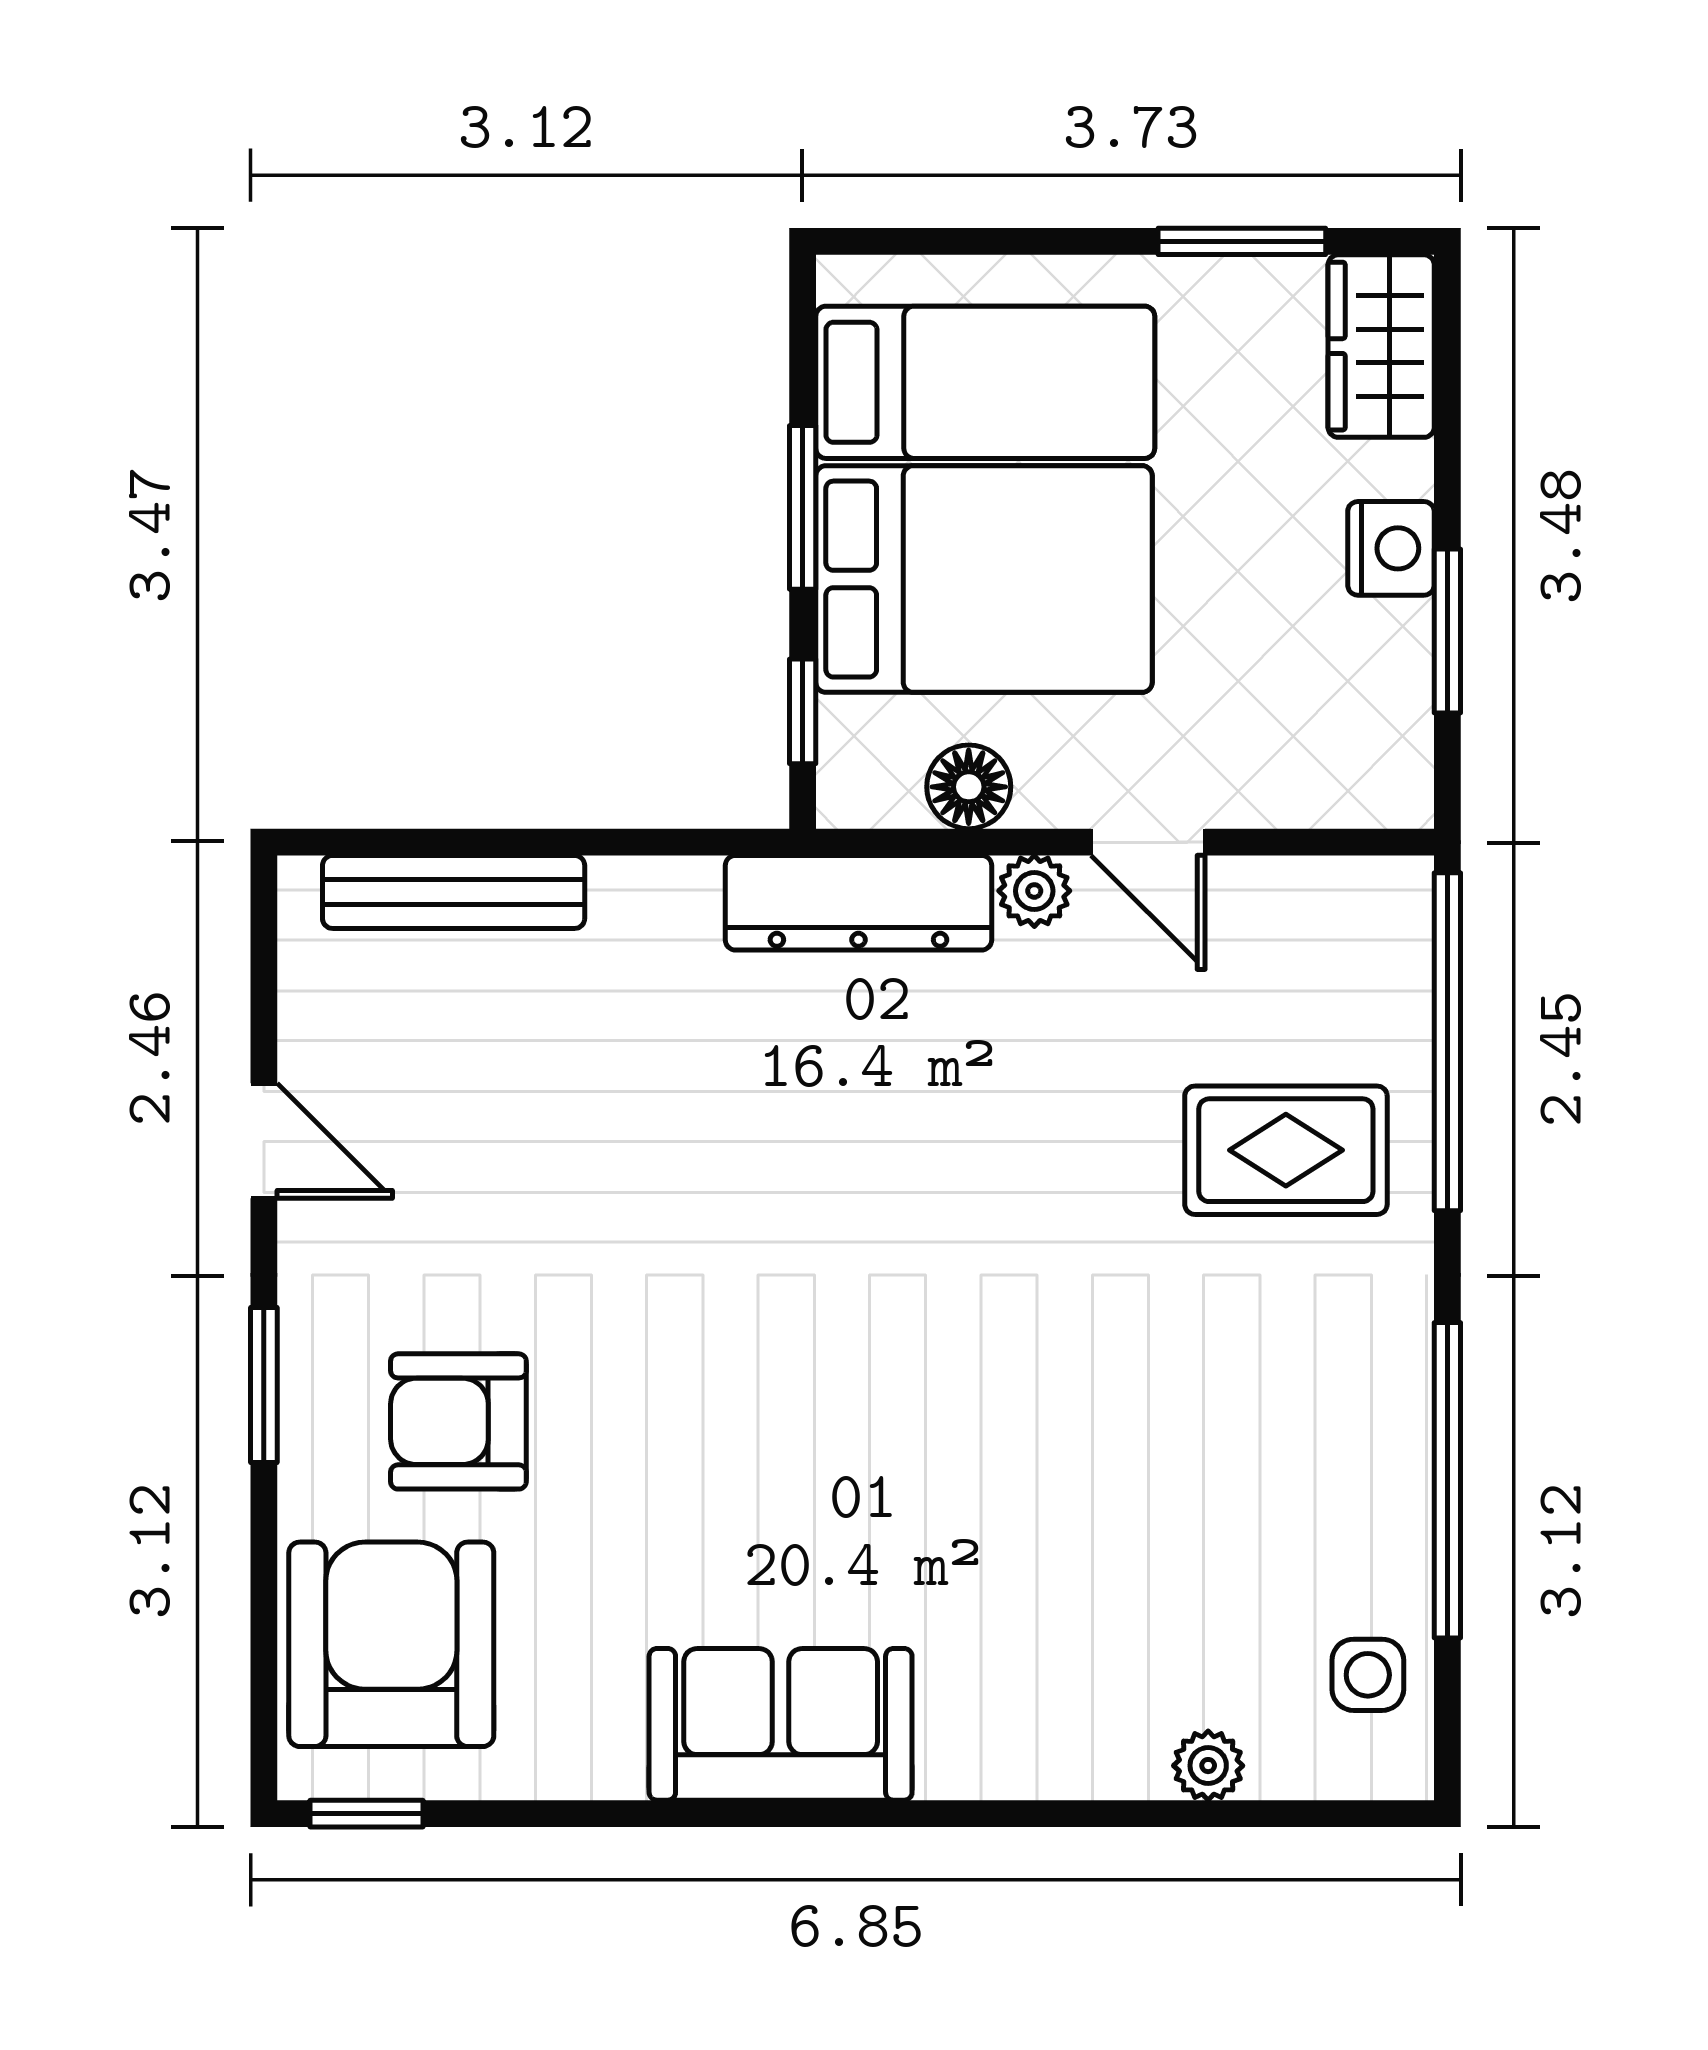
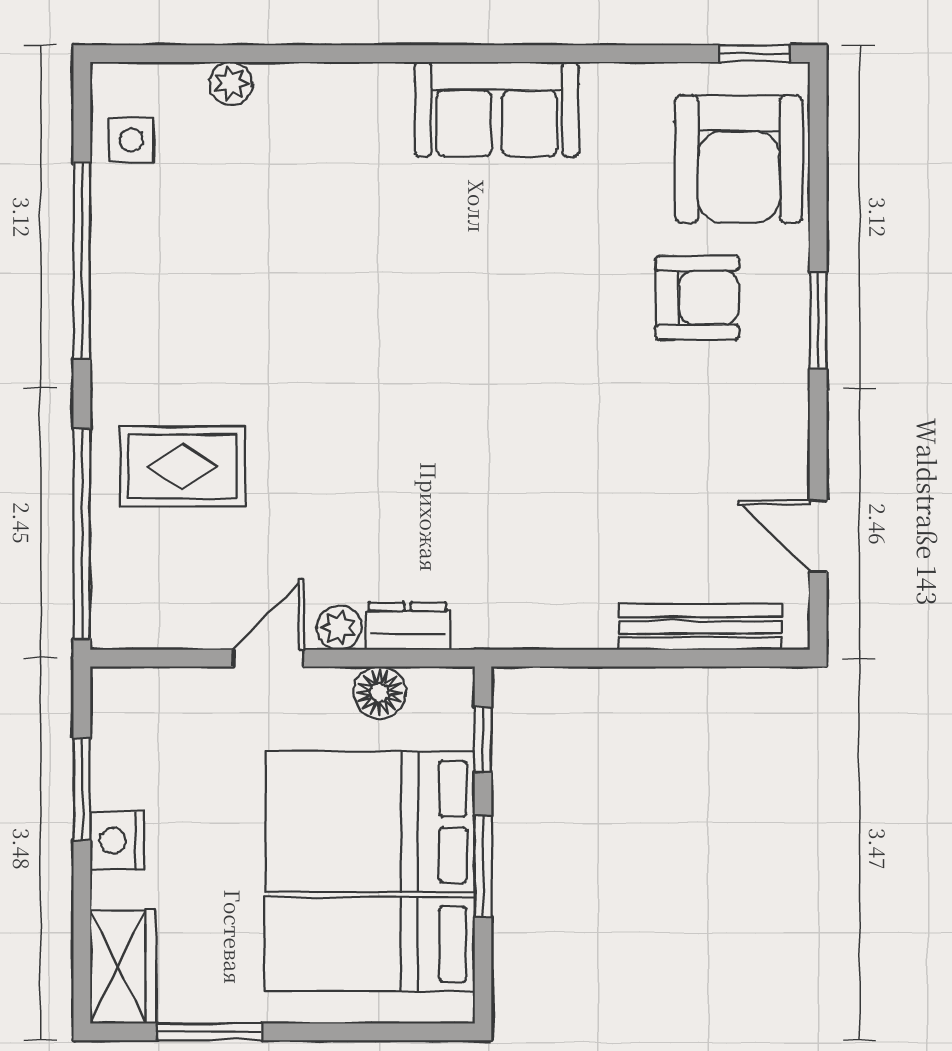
door: (1148, 842) -> (268, 658), hinge flipped
dresser: (858, 903) -> (408, 626), width x0.51, depth x0.80
door: (264, 1141) -> (818, 536), moved

